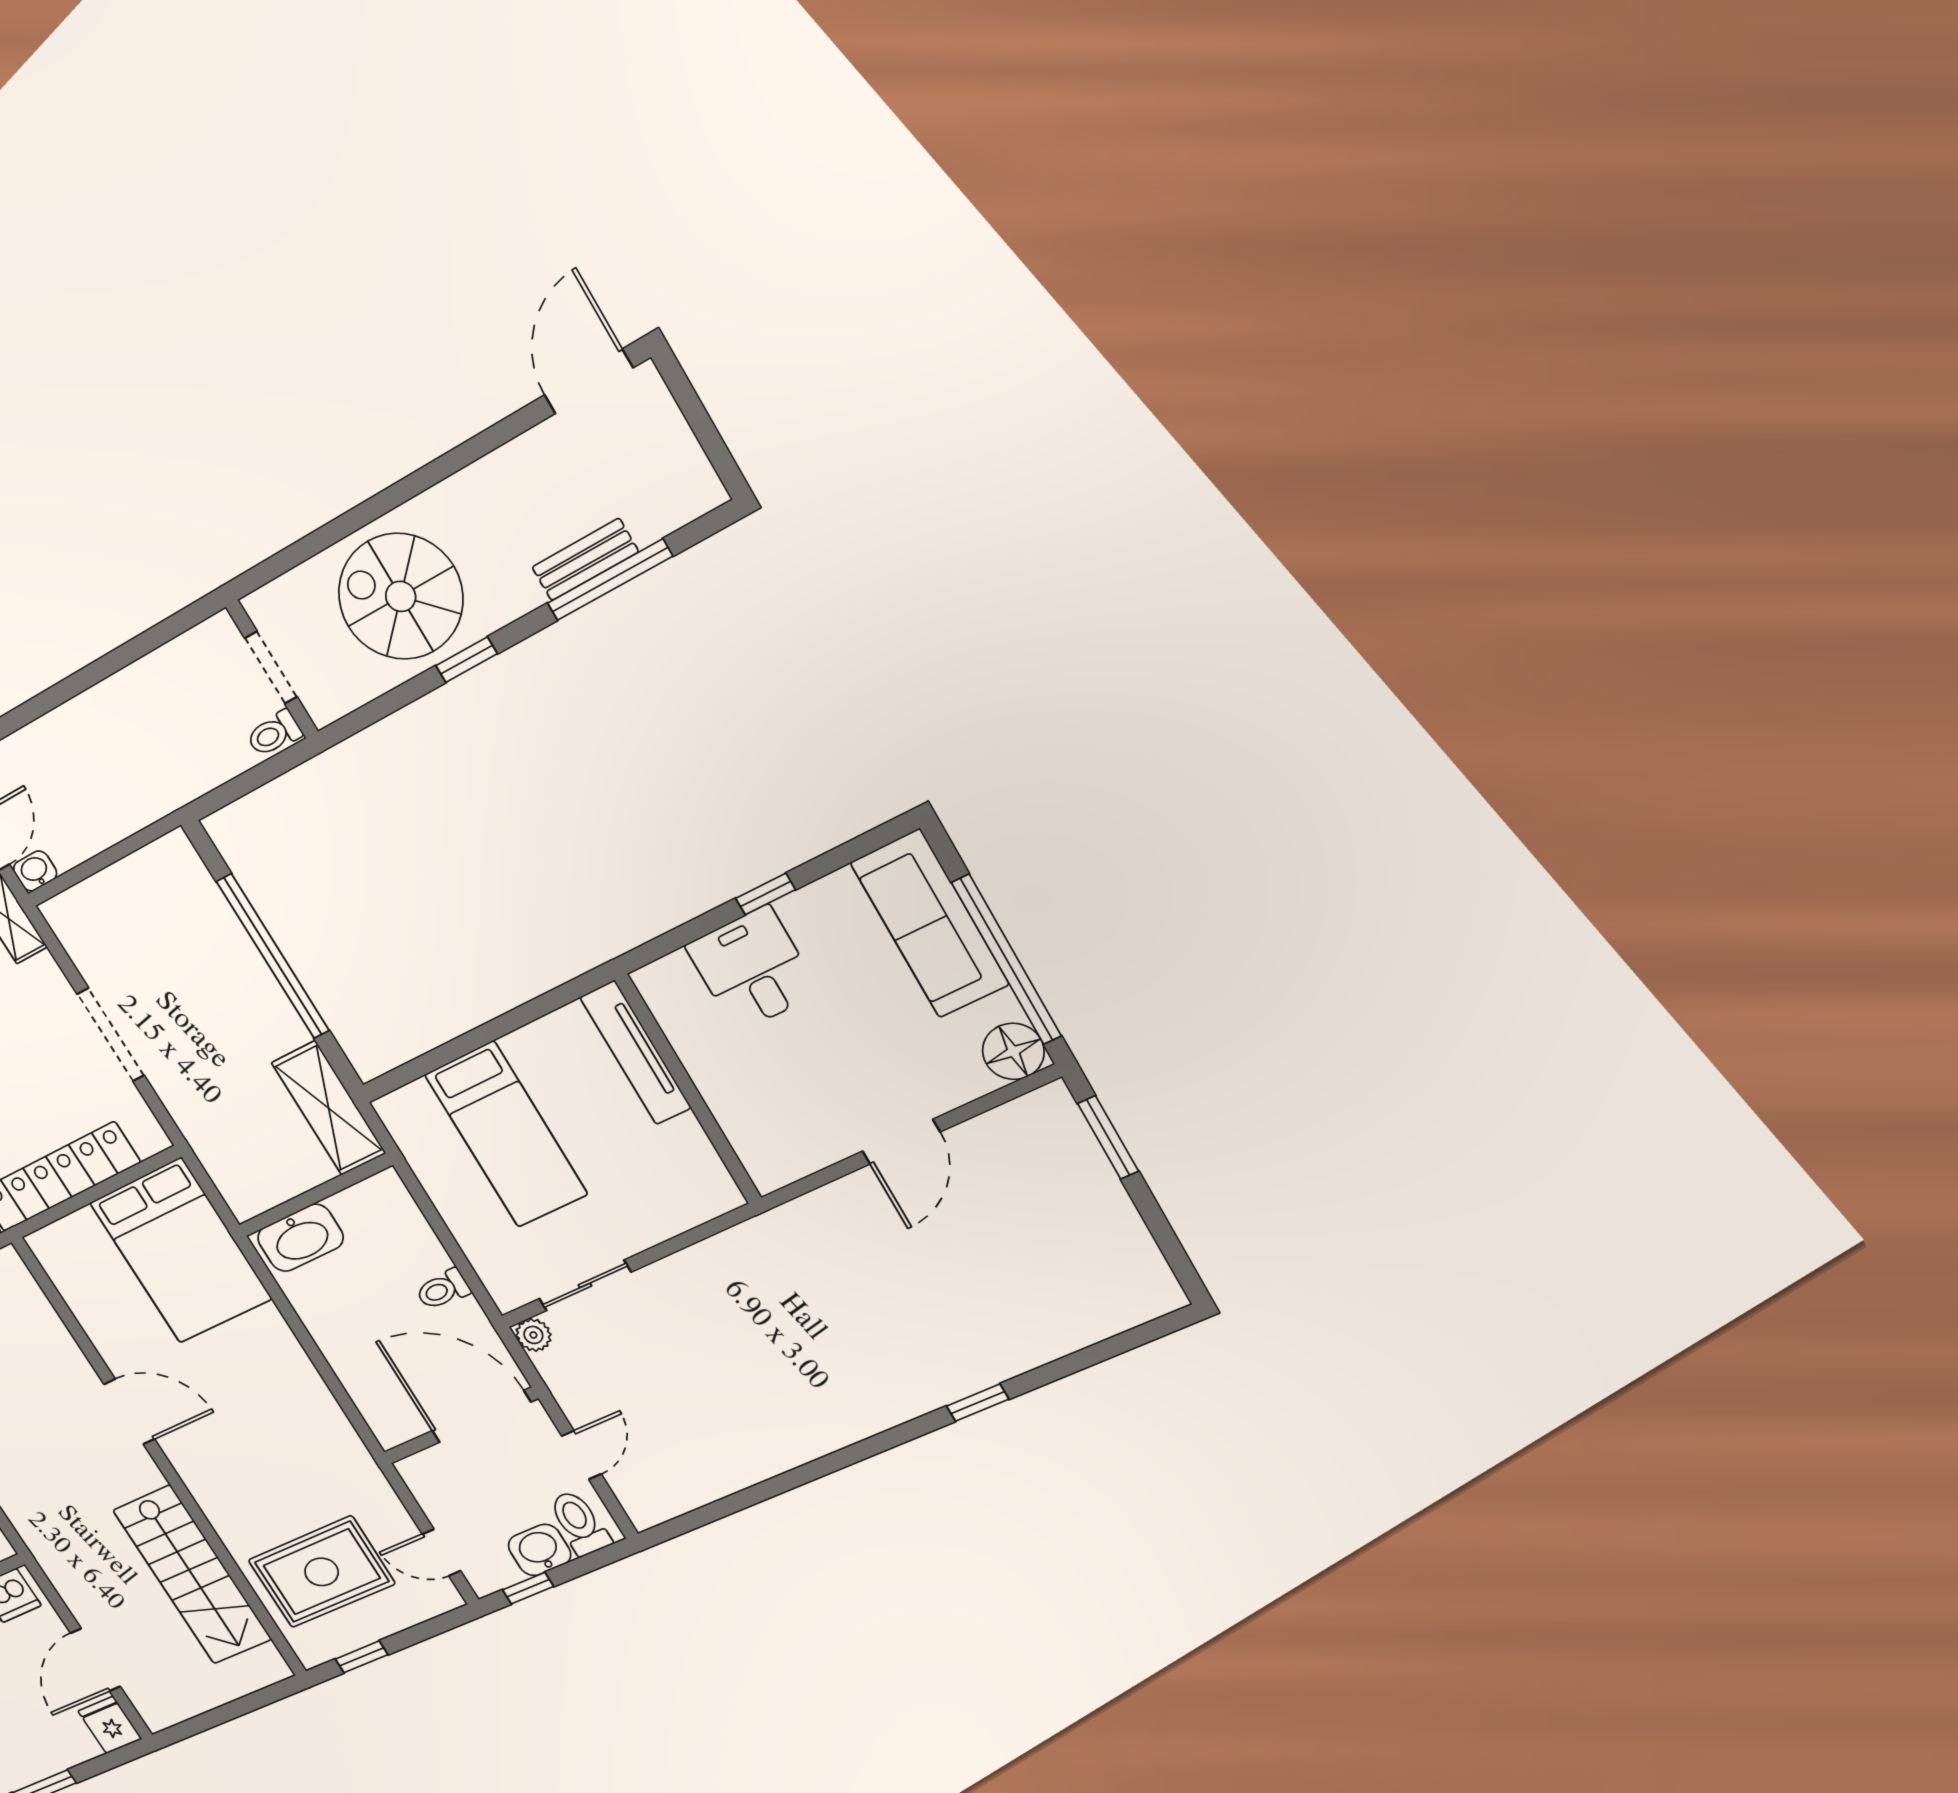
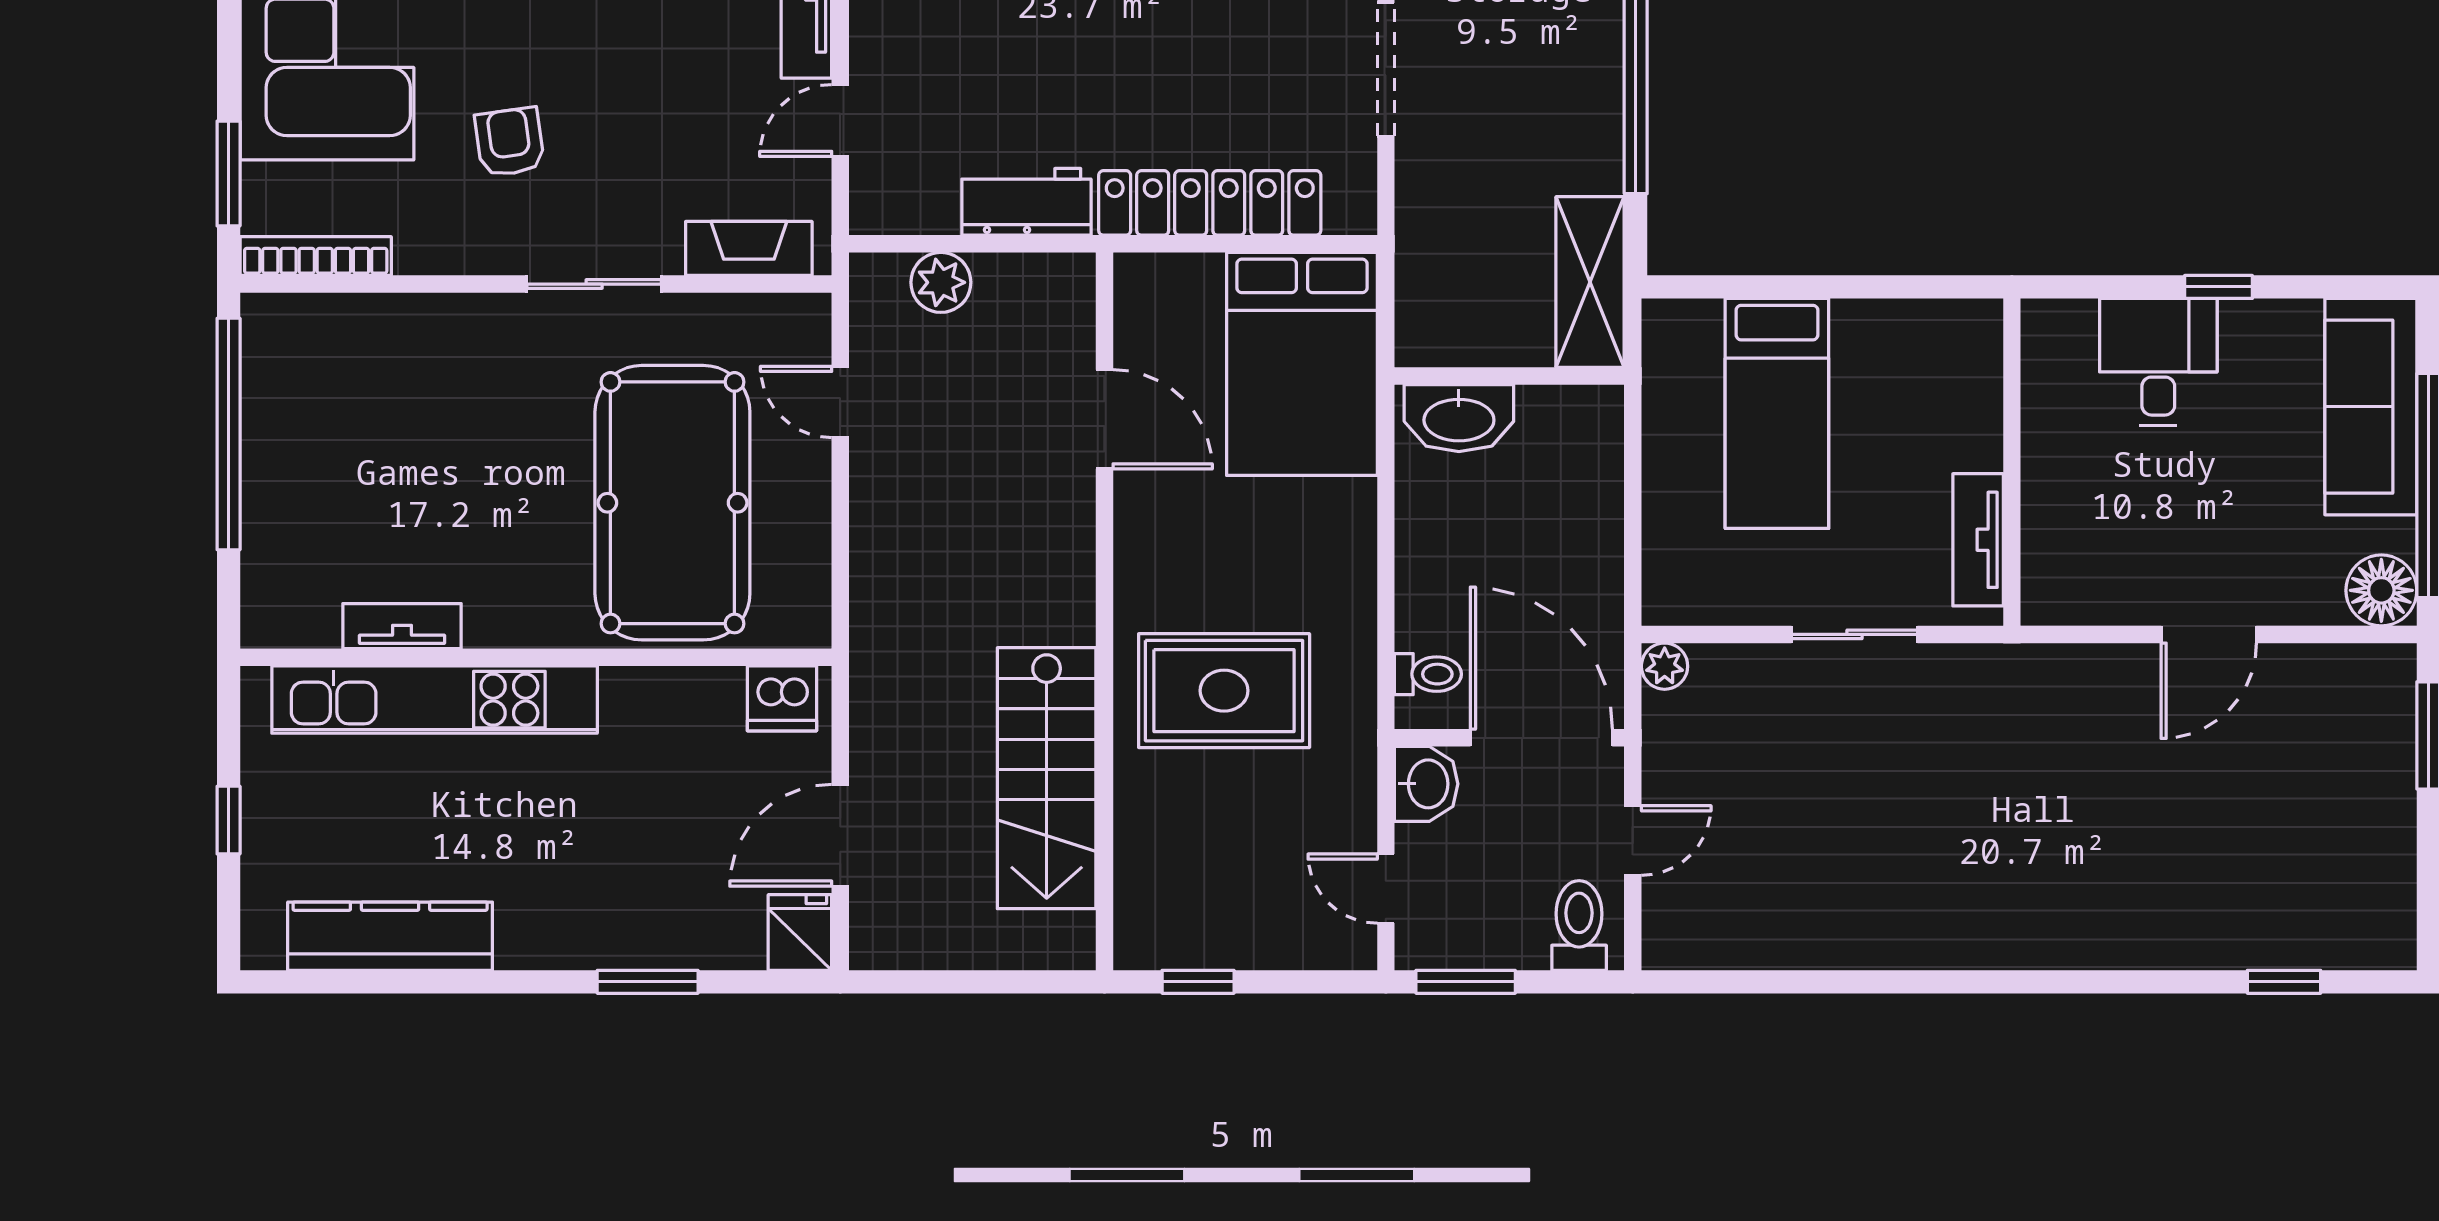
tv unit: (636, 1053) -> (1978, 540), moved, width x0.71
sliding door: (585, 1285) -> (1855, 634), moved
toilet: (443, 1289) -> (1428, 674), moved, turned 180
window: (978, 1403) -> (2284, 982), moved
door: (129, 1412) -> (1104, 419), moved
washbasin: (540, 1550) -> (1426, 784), moved, turned 90
rug: (322, 1572) -> (1224, 691), moved
window: (528, 1588) -> (1466, 982), width x1.50

